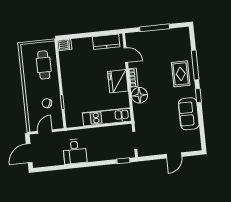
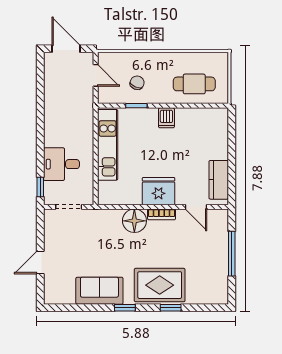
dishwasher: (65, 45) -> (166, 118), moved
door: (126, 55) -> (196, 207), hinge flipped
window: (195, 65) -> (171, 308), width x0.46
rug: (181, 74) -> (160, 285), width x1.36, depth x1.43
kitchen unit: (107, 117) -> (108, 145), moved
desk: (75, 151) -> (61, 164), moved
door: (174, 155) -> (40, 262), hinge flipped

